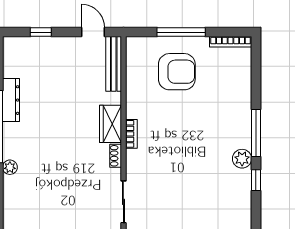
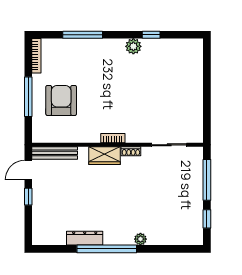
window: (41, 32) -> (28, 197), moved
window: (256, 133) -> (83, 35), moved

